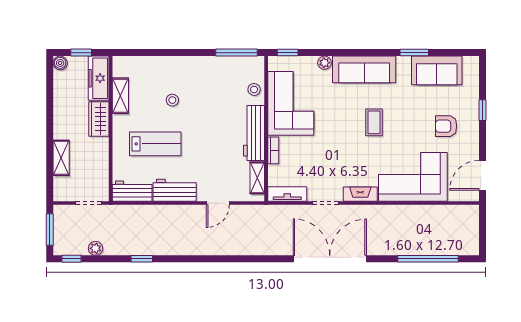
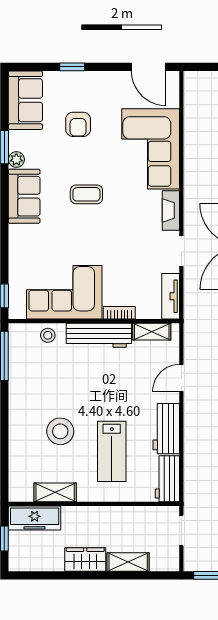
boiler: (60, 63) -> (17, 563), removed
plant: (324, 63) -> (16, 159), moved
sofa: (364, 69) -> (24, 196), width x0.73
sofa: (437, 70) -> (25, 100), moved
stool: (172, 100) -> (60, 431), width x1.89, depth x1.89
wardrobe: (99, 119) -> (85, 560), moved, turned 180
armchair: (446, 126) -> (78, 124), moved
lab bench: (155, 144) -> (112, 451), turned 180
door: (218, 203) -> (181, 378), swing flipped

